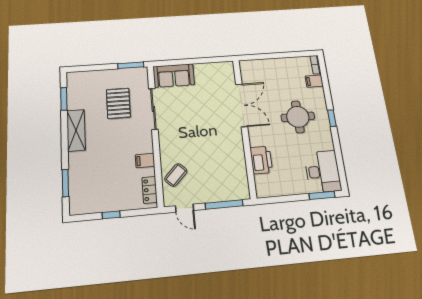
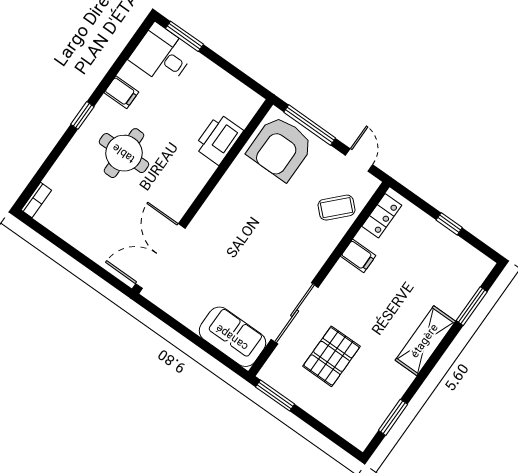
filing cabinet: (314, 81) -> (121, 92), moved
double door: (242, 105) -> (160, 256), moved
shelving: (76, 130) -> (425, 341), moved
desk: (323, 172) -> (162, 55), width x0.73
armchair: (228, 181) -> (280, 148), added

